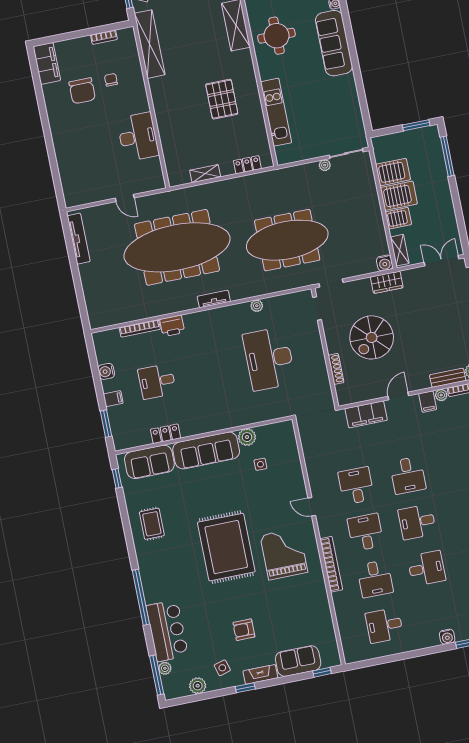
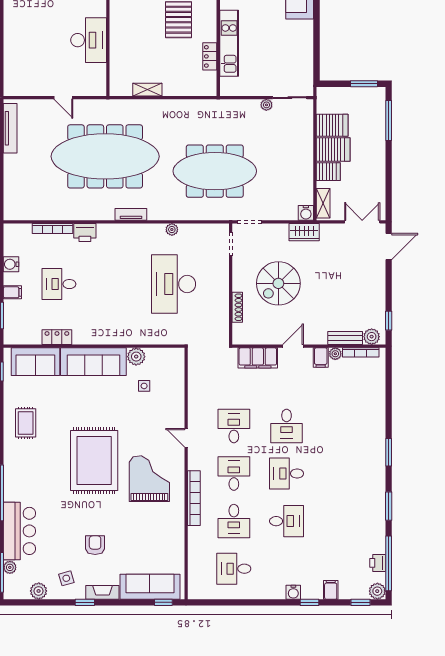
locker: (247, 165) -> (210, 56), moved, turned -90
armchair: (244, 630) -> (95, 545), turned 90
sofa: (298, 661) -> (150, 587), width x1.36

